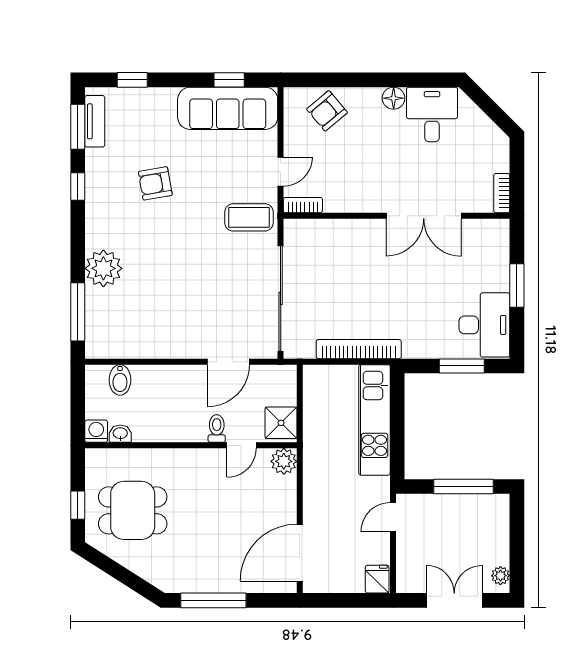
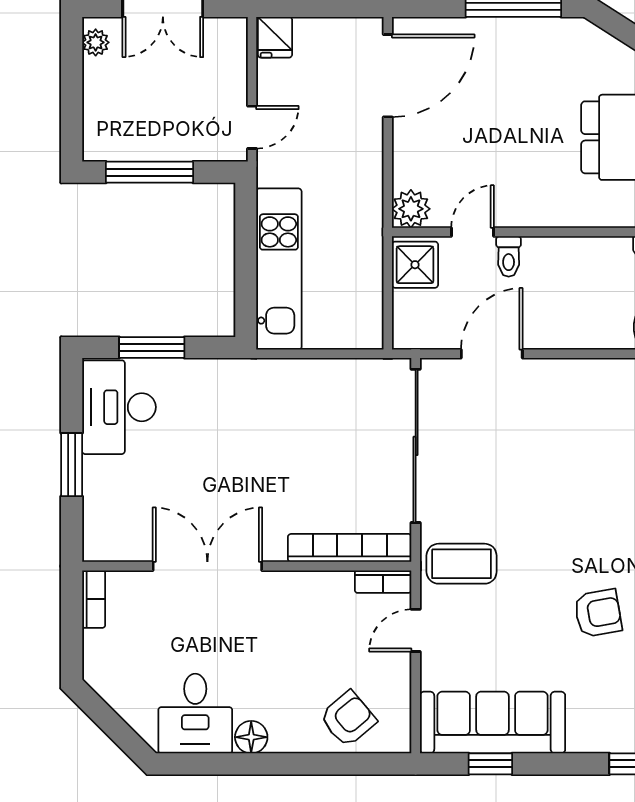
bookcase: (359, 349) -> (350, 548), moved, turned 180

